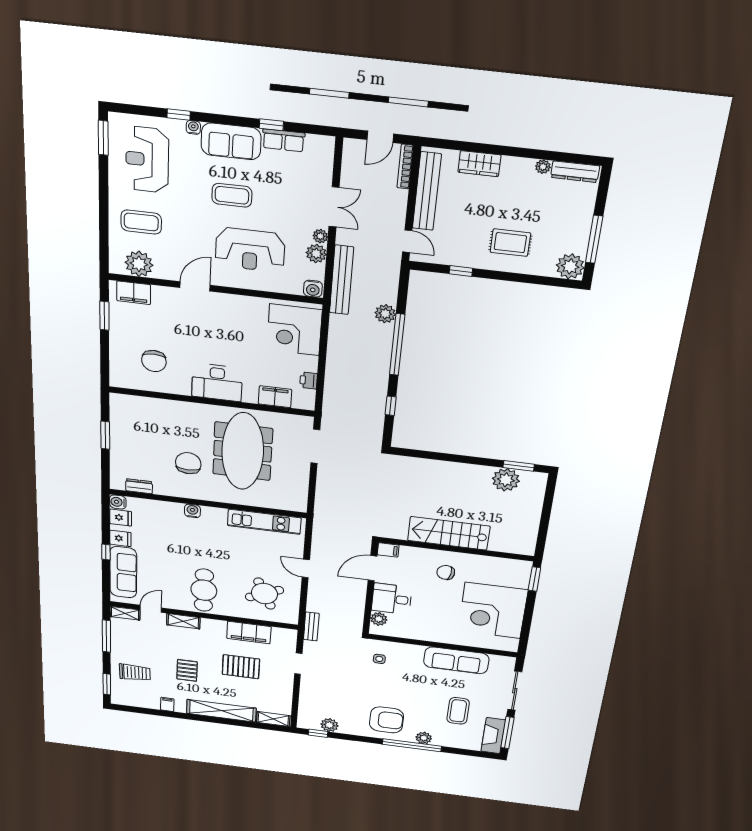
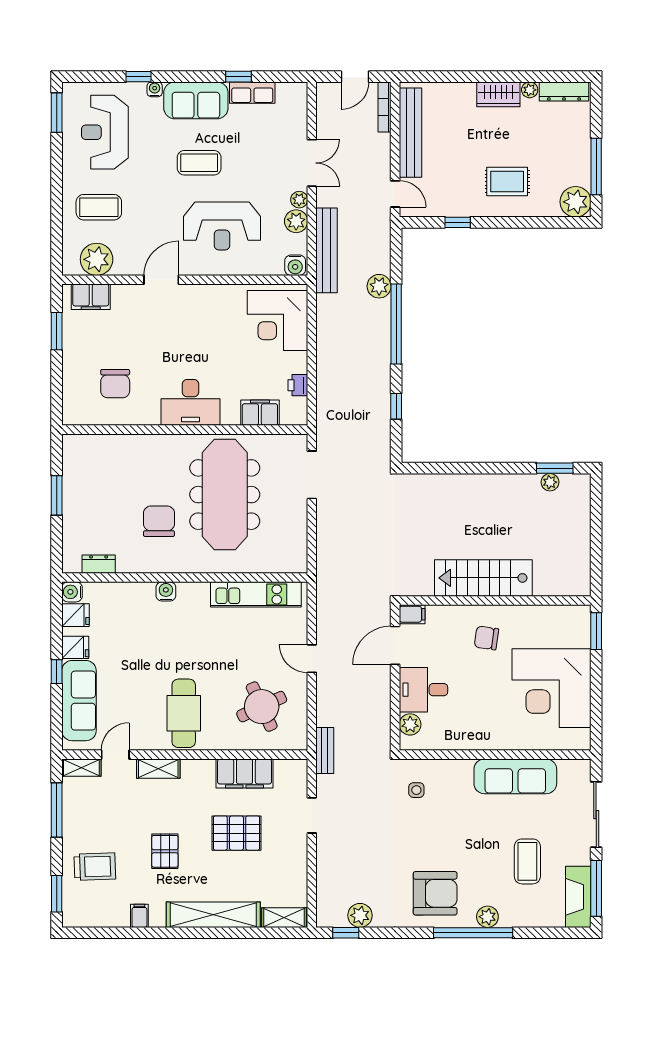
wardrobe: (479, 164) -> (498, 94), moved
plant: (506, 480) -> (550, 482), width x0.53, depth x0.53

